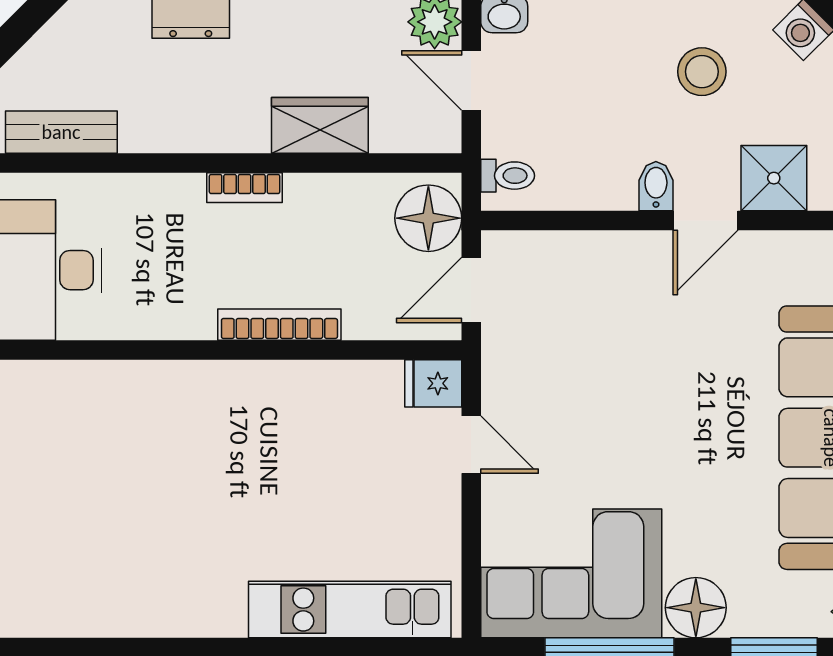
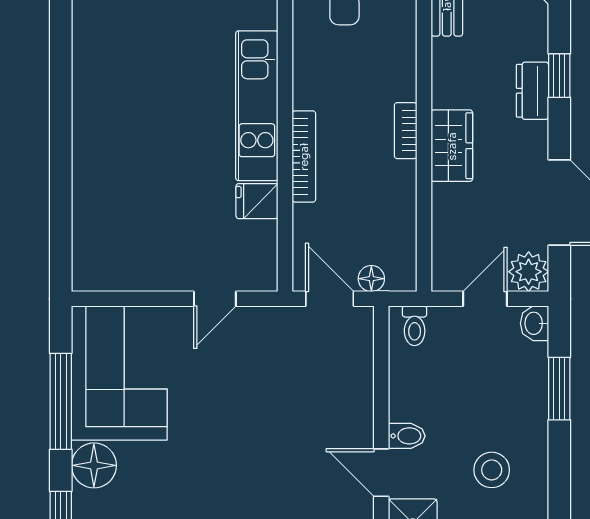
wardrobe: (320, 125) -> (452, 146), moved
floor lamp: (428, 218) -> (371, 279), width x0.53, depth x0.53
fridge: (433, 383) -> (257, 201), moved, turned -90
kitchen unit: (350, 610) -> (257, 106), moved, turned 180

